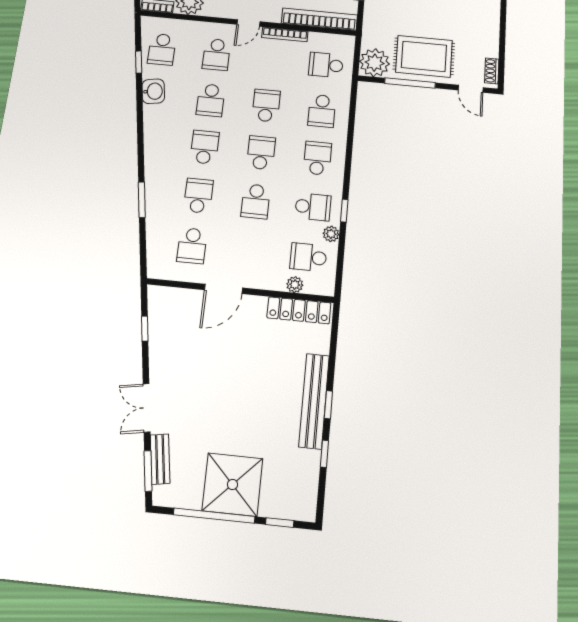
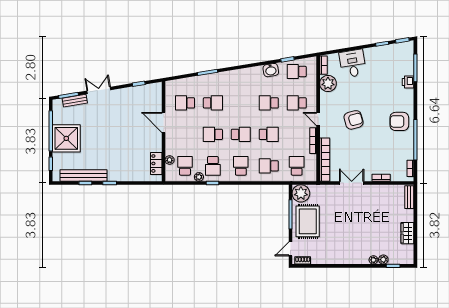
school desk: (205, 147) -> (241, 103), removed
school desk: (317, 158) -> (241, 166), turned -90
locker: (299, 310) -> (156, 163), width x0.66
bench: (314, 401) -> (83, 176), moved

